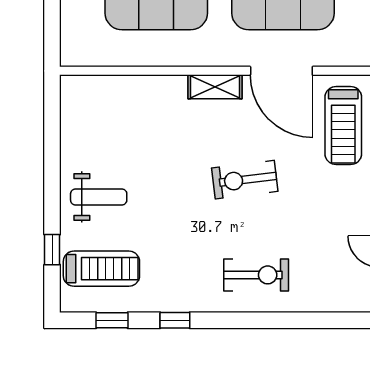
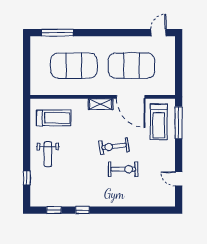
weight bench: (99, 197) -> (48, 154), turned 90
treadmill: (101, 269) -> (54, 118), moved
exercise bike: (256, 275) -> (123, 169), moved

